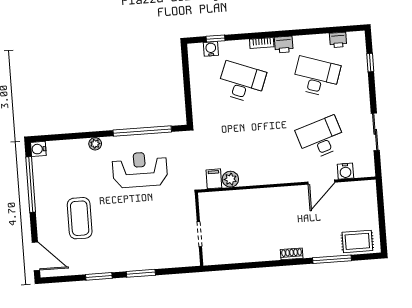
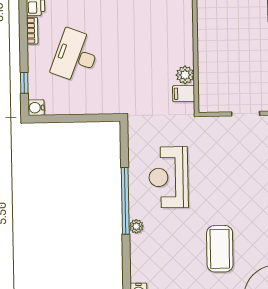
water cooler: (211, 49) -> (36, 108), moved
window: (142, 131) -> (125, 201), moved
coffee table: (80, 218) -> (220, 249), turned 90

